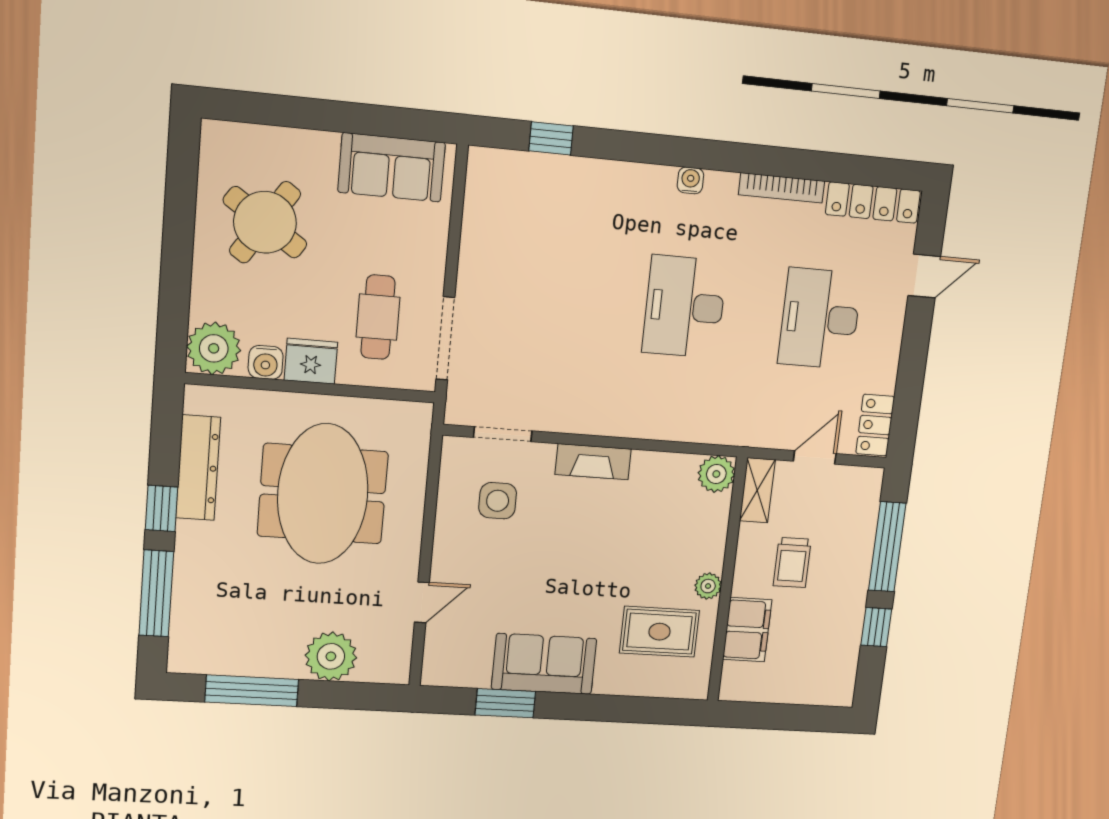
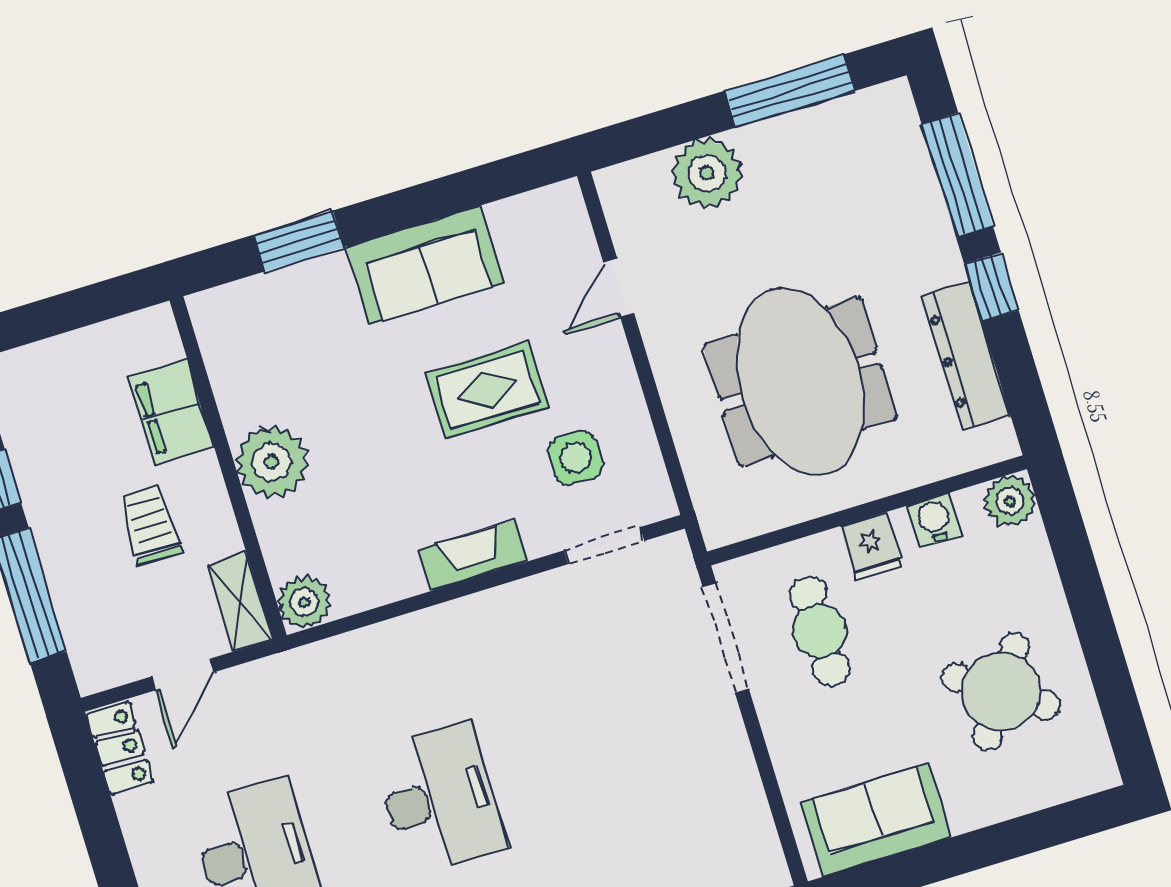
plant: (214, 348) -> (1010, 501), width x0.73, depth x0.73
fridge: (311, 361) -> (871, 546), width x0.72
plant: (708, 586) -> (272, 462), width x1.88, depth x1.88
rug: (659, 632) -> (487, 390), moved
window: (505, 703) -> (299, 241), moved

